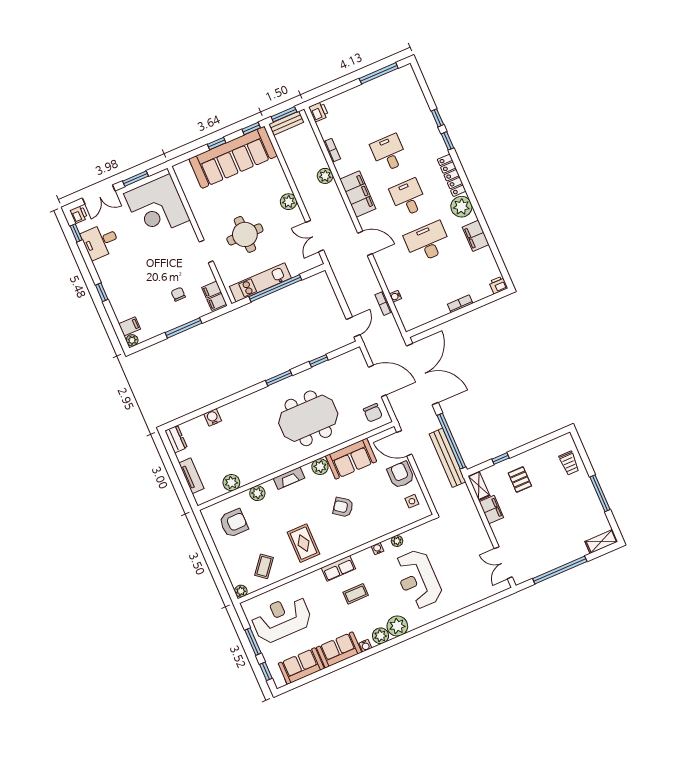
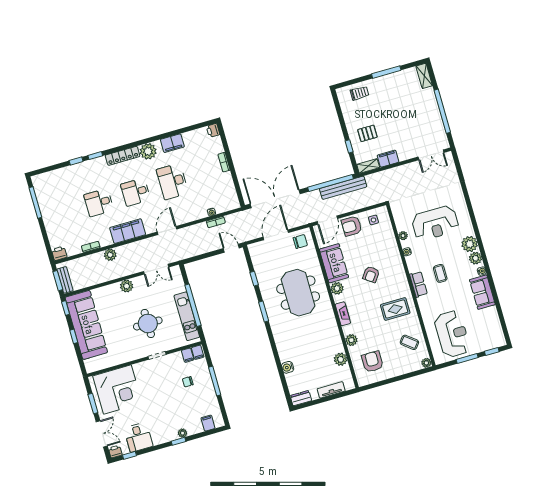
plant: (132, 340) -> (183, 433), moved
reception desk: (281, 619) -> (452, 334), turned 180
sofa: (301, 666) -> (491, 323), removed

